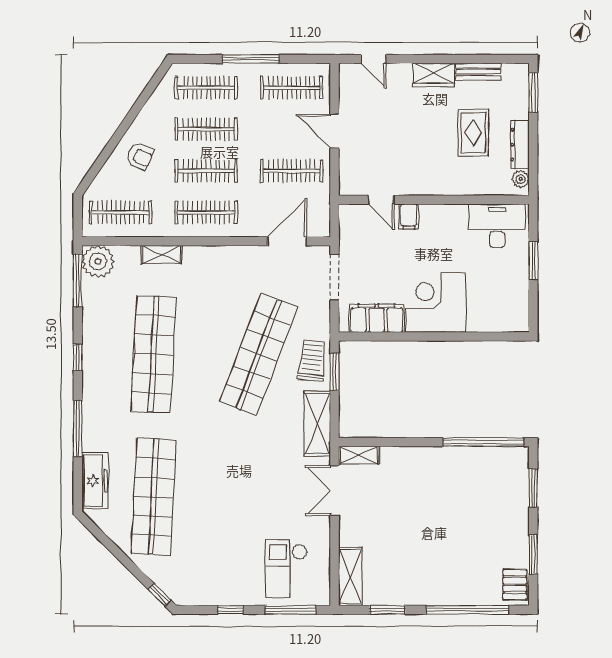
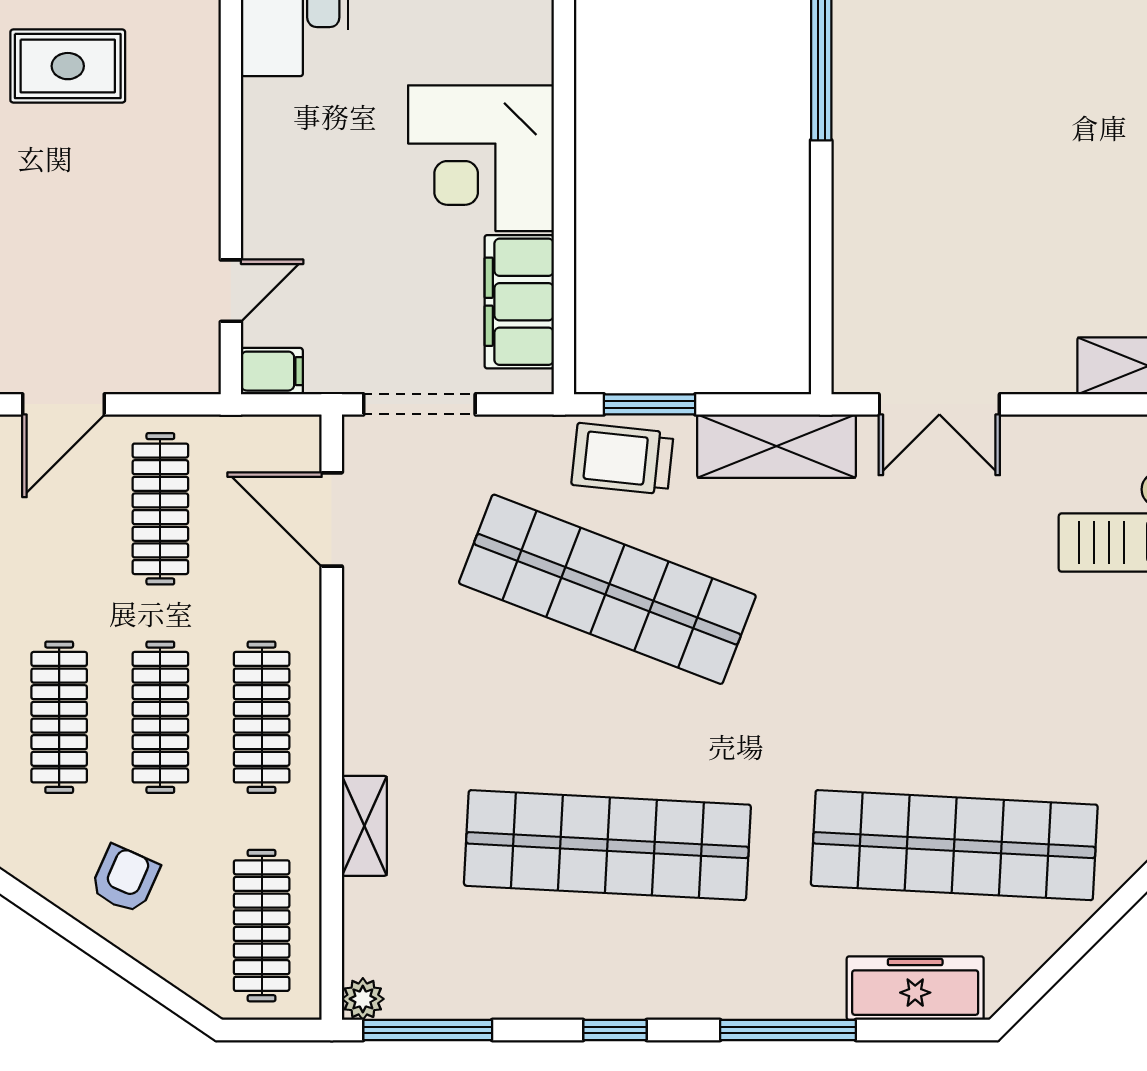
filing cabinet: (409, 217) -> (272, 371), moved
plant: (98, 261) -> (363, 999), width x0.53, depth x0.53
shelving: (359, 455) -> (853, 345), removed

